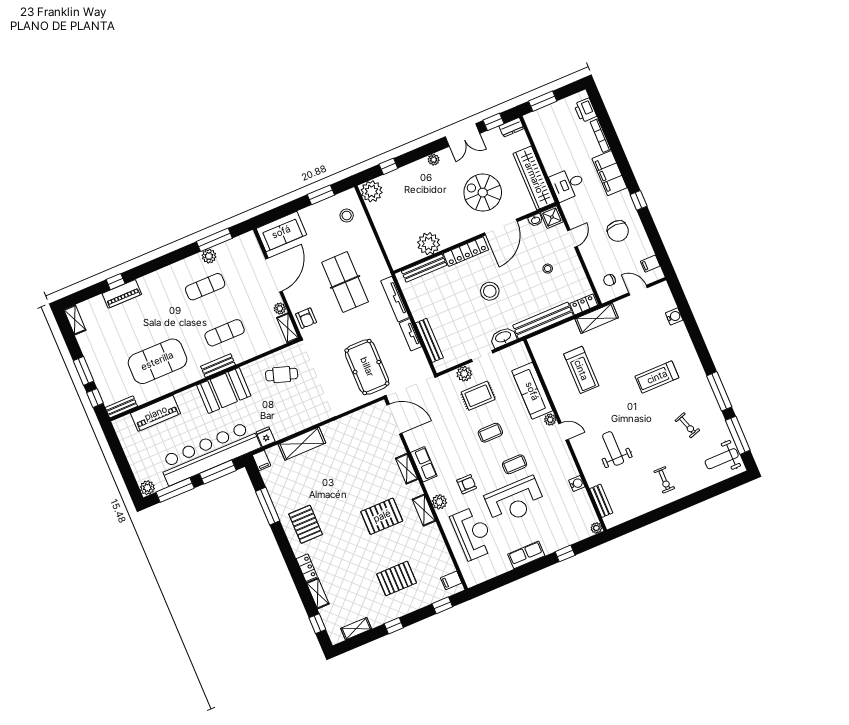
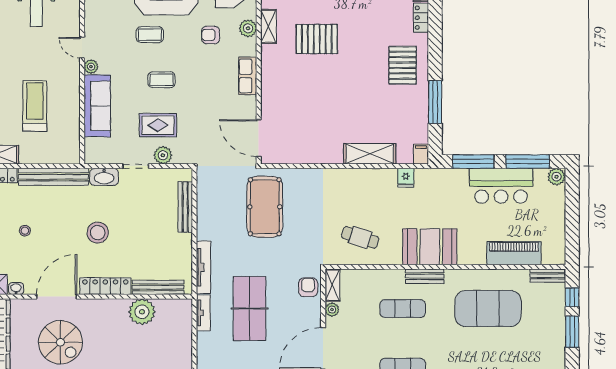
tv unit: (410, 335) -> (203, 313), moved
bar counter: (209, 453) -> (501, 186), width x0.54
shelving: (407, 469) -> (268, 79), removed

